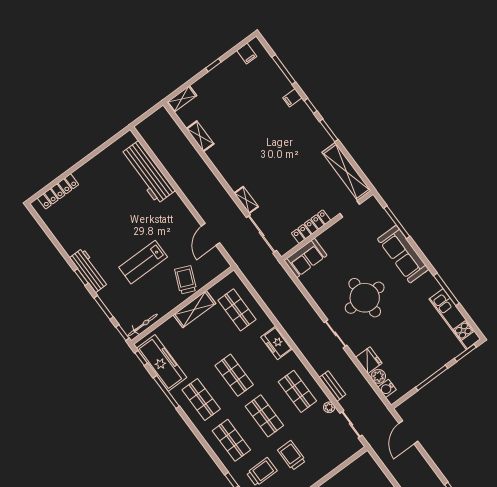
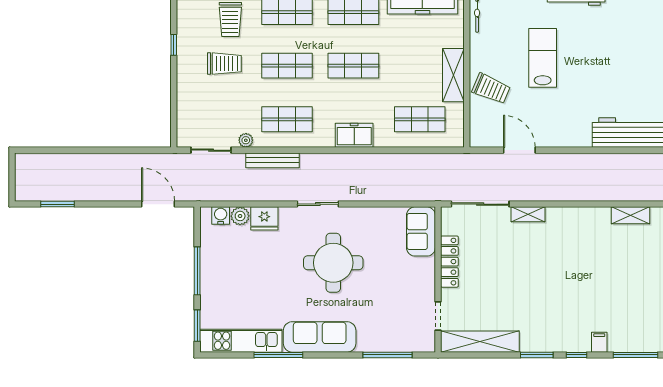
sofa: (403, 254) -> (320, 337), moved
bench: (332, 386) -> (273, 160), width x1.36

